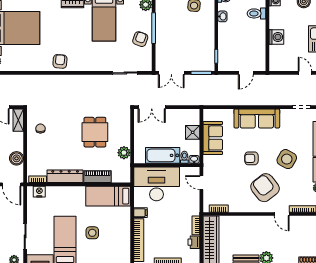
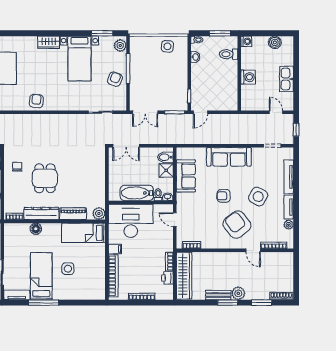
door: (246, 73) -> (200, 112), moved
bidet: (192, 119) -> (165, 157), added
dining table: (95, 132) -> (45, 178), moved
plant: (124, 153) -> (99, 213), moved
nightstand: (39, 192) -> (16, 228), removed
floor lamp: (59, 192) -> (36, 229), added

